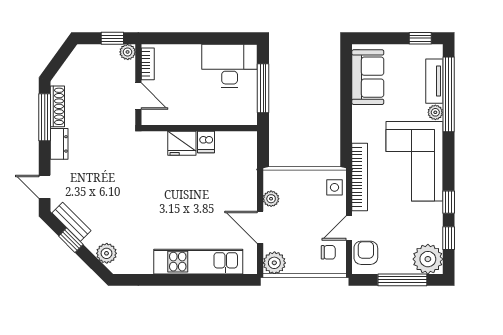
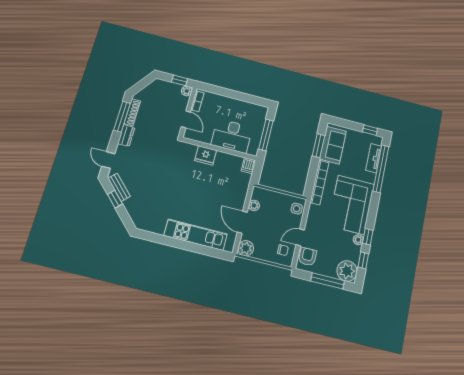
desk: (230, 66) -> (232, 136), moved, turned 180
window: (346, 84) -> (319, 146), added
plant: (435, 112) -> (358, 240), moved
dishwasher: (206, 142) -> (248, 166), moved
bookcase: (360, 177) -> (319, 182), moved
plant: (107, 253) -> (136, 214), removed

